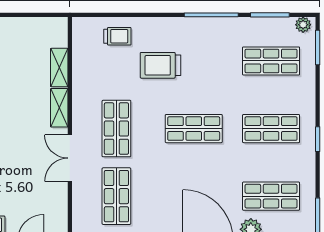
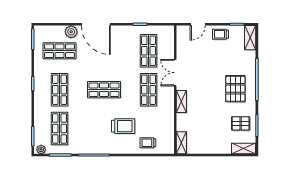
shop shelf: (271, 61) -> (60, 129), turned 90
shelving: (59, 68) -> (181, 143), moved
shop shelf: (271, 129) -> (60, 90), turned 90
double door: (70, 158) -> (175, 73), swing flipped

